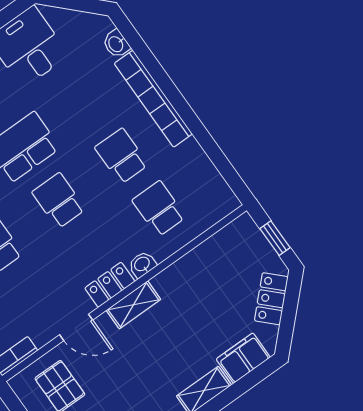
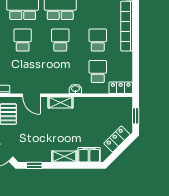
locker: (110, 285) -> (121, 88), moved

